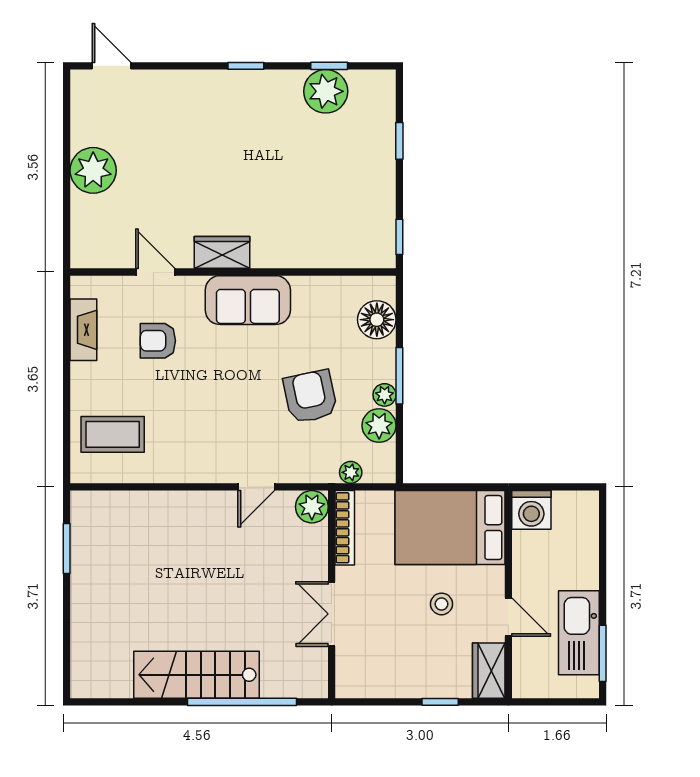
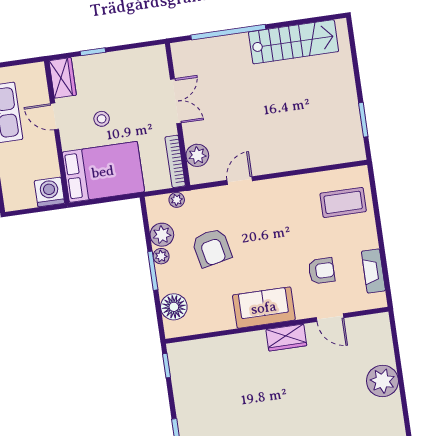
plant: (312, 507) -> (197, 155), moved
stairs: (197, 675) -> (294, 42), moved

